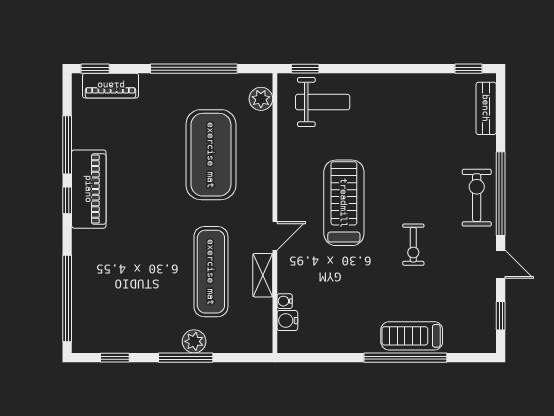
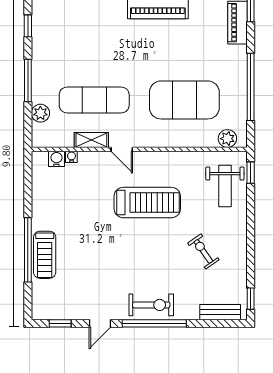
exercise bike: (413, 245) -> (203, 251), moved, turned 55
treadmill: (412, 336) -> (45, 255), turned 180
plant: (194, 341) -> (40, 113), moved

